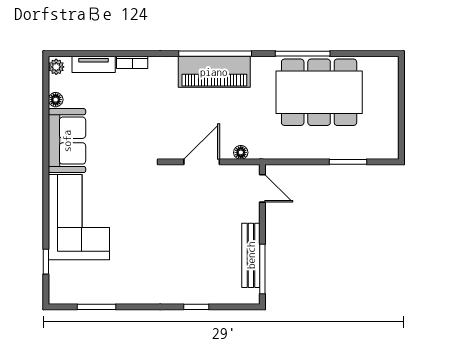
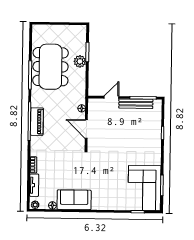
piano: (214, 72) -> (37, 122), width x0.73, depth x0.75
plant: (330, 148) -> (80, 61), added
door: (262, 188) -> (111, 97), moved
corner sofa: (79, 217) -> (144, 188), moved, turned -90

